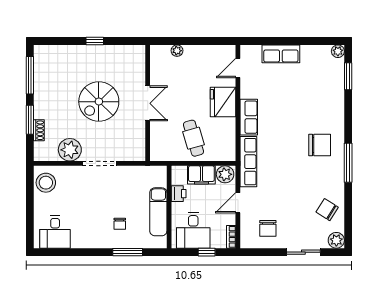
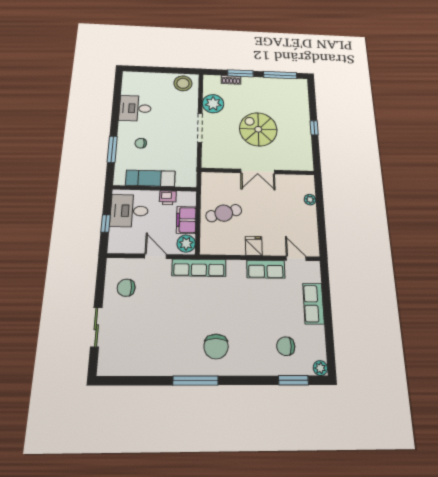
fridge: (223, 102) -> (254, 246), width x0.53, depth x0.75
row of seats: (249, 117) -> (266, 269), moved
chair: (327, 210) -> (286, 346), moved, turned -122
desk: (55, 232) -> (135, 108), moved
bookcase: (231, 237) -> (120, 249), removed
plant: (336, 240) -> (107, 366), removed

